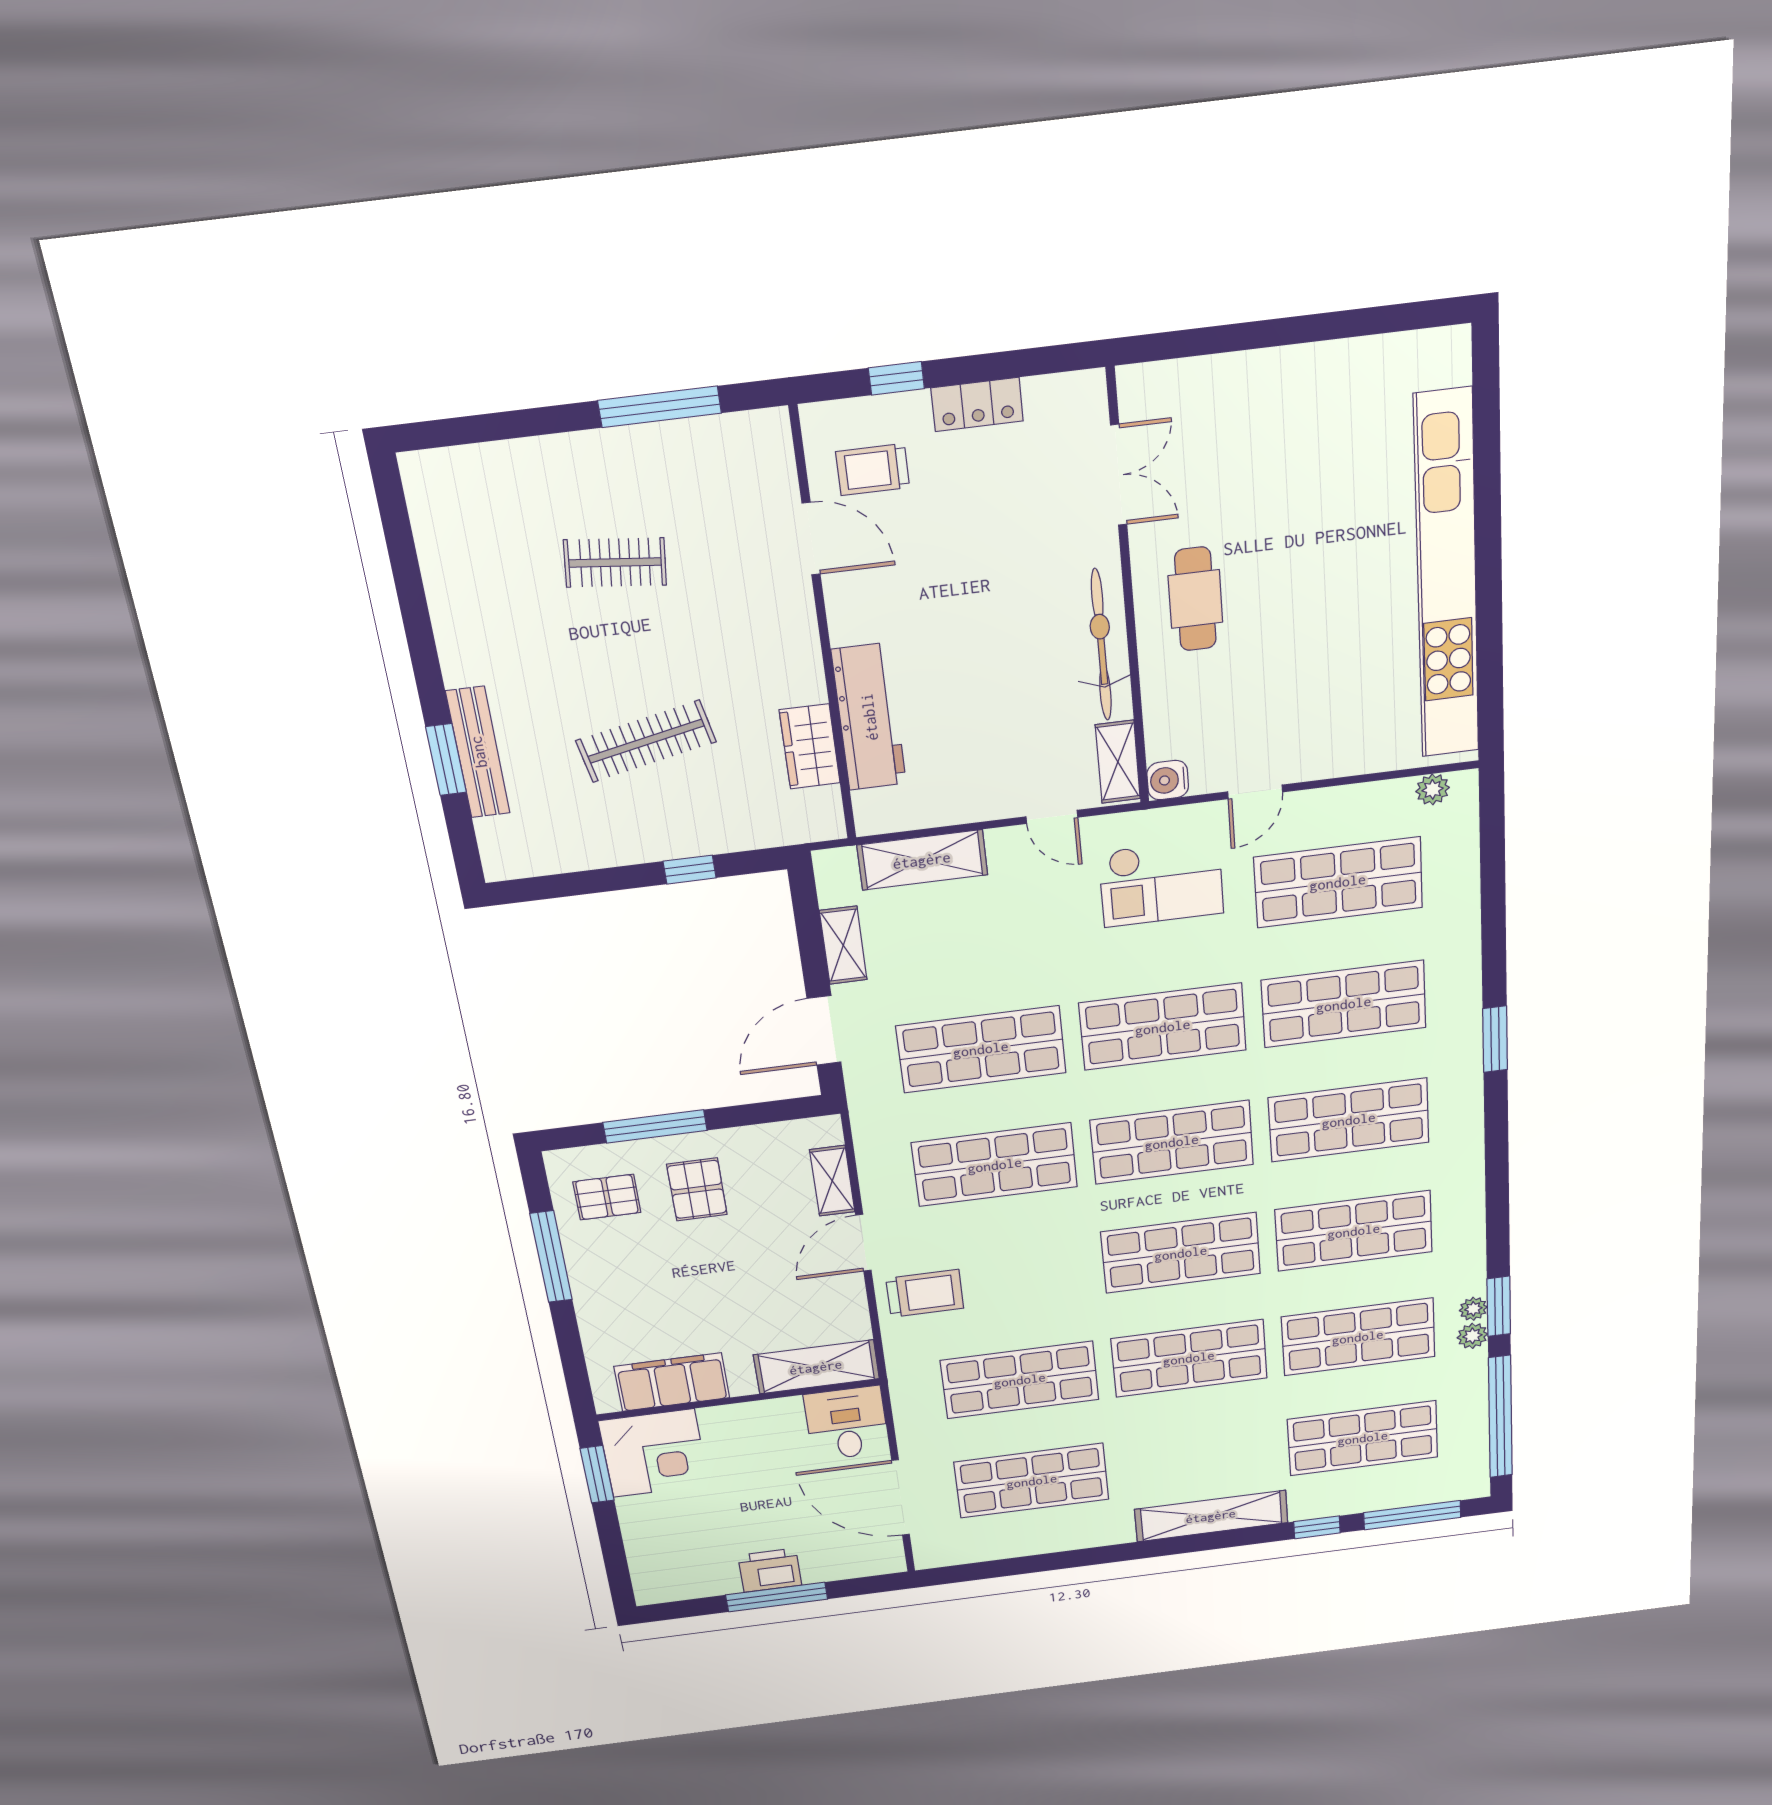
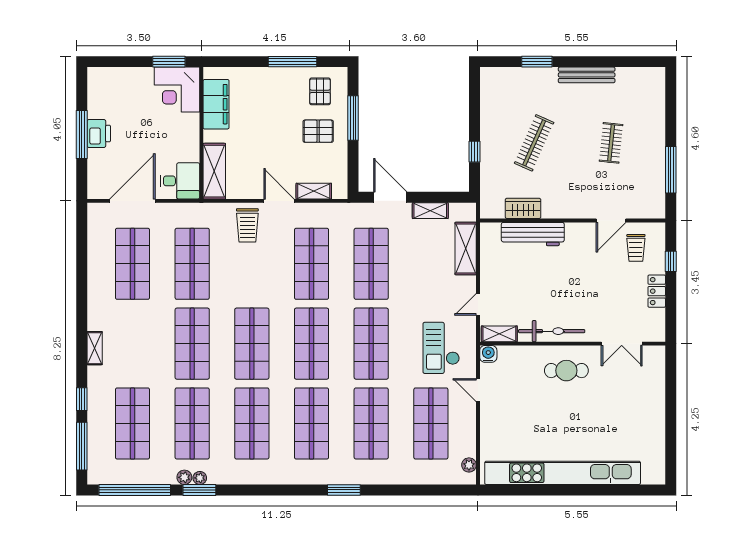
trolley: (873, 470) -> (636, 248), turned 180
clothes rail: (646, 741) -> (534, 143), turned 36
bench: (478, 752) -> (587, 75), moved
shelving: (1211, 1516) -> (95, 348), width x0.45, depth x0.75

